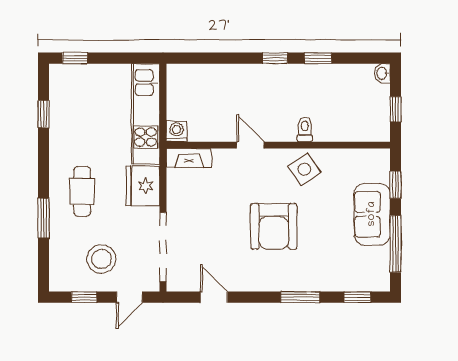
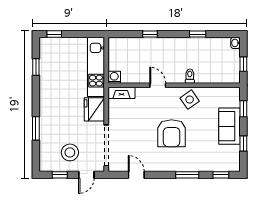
window: (275, 58) -> (150, 34), moved
cafe table: (82, 191) -> (58, 113), removed
window: (395, 244) -> (243, 144), width x0.46

